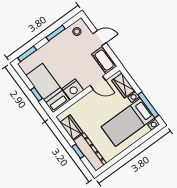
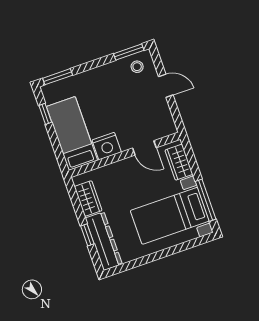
window: (56, 33) -> (129, 52), moved
cot: (104, 60) -> (163, 118), removed
window: (36, 94) -> (45, 114), moved

